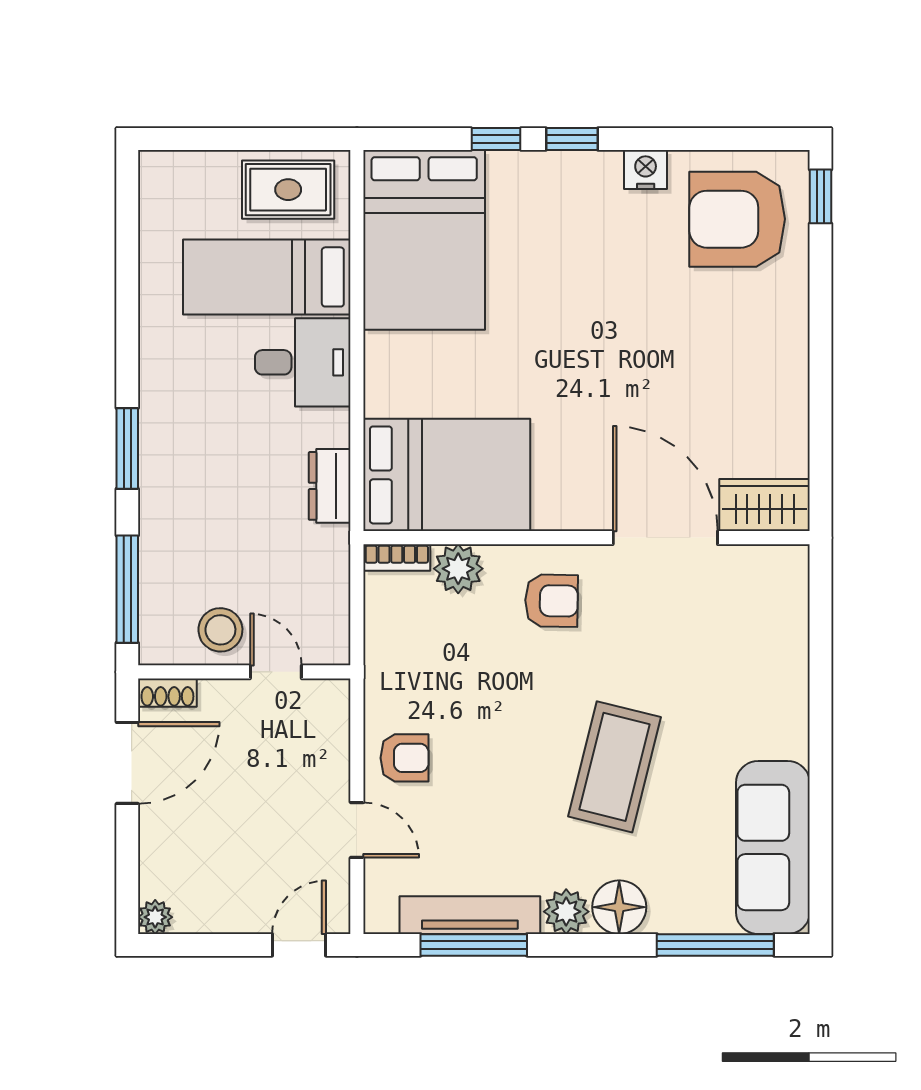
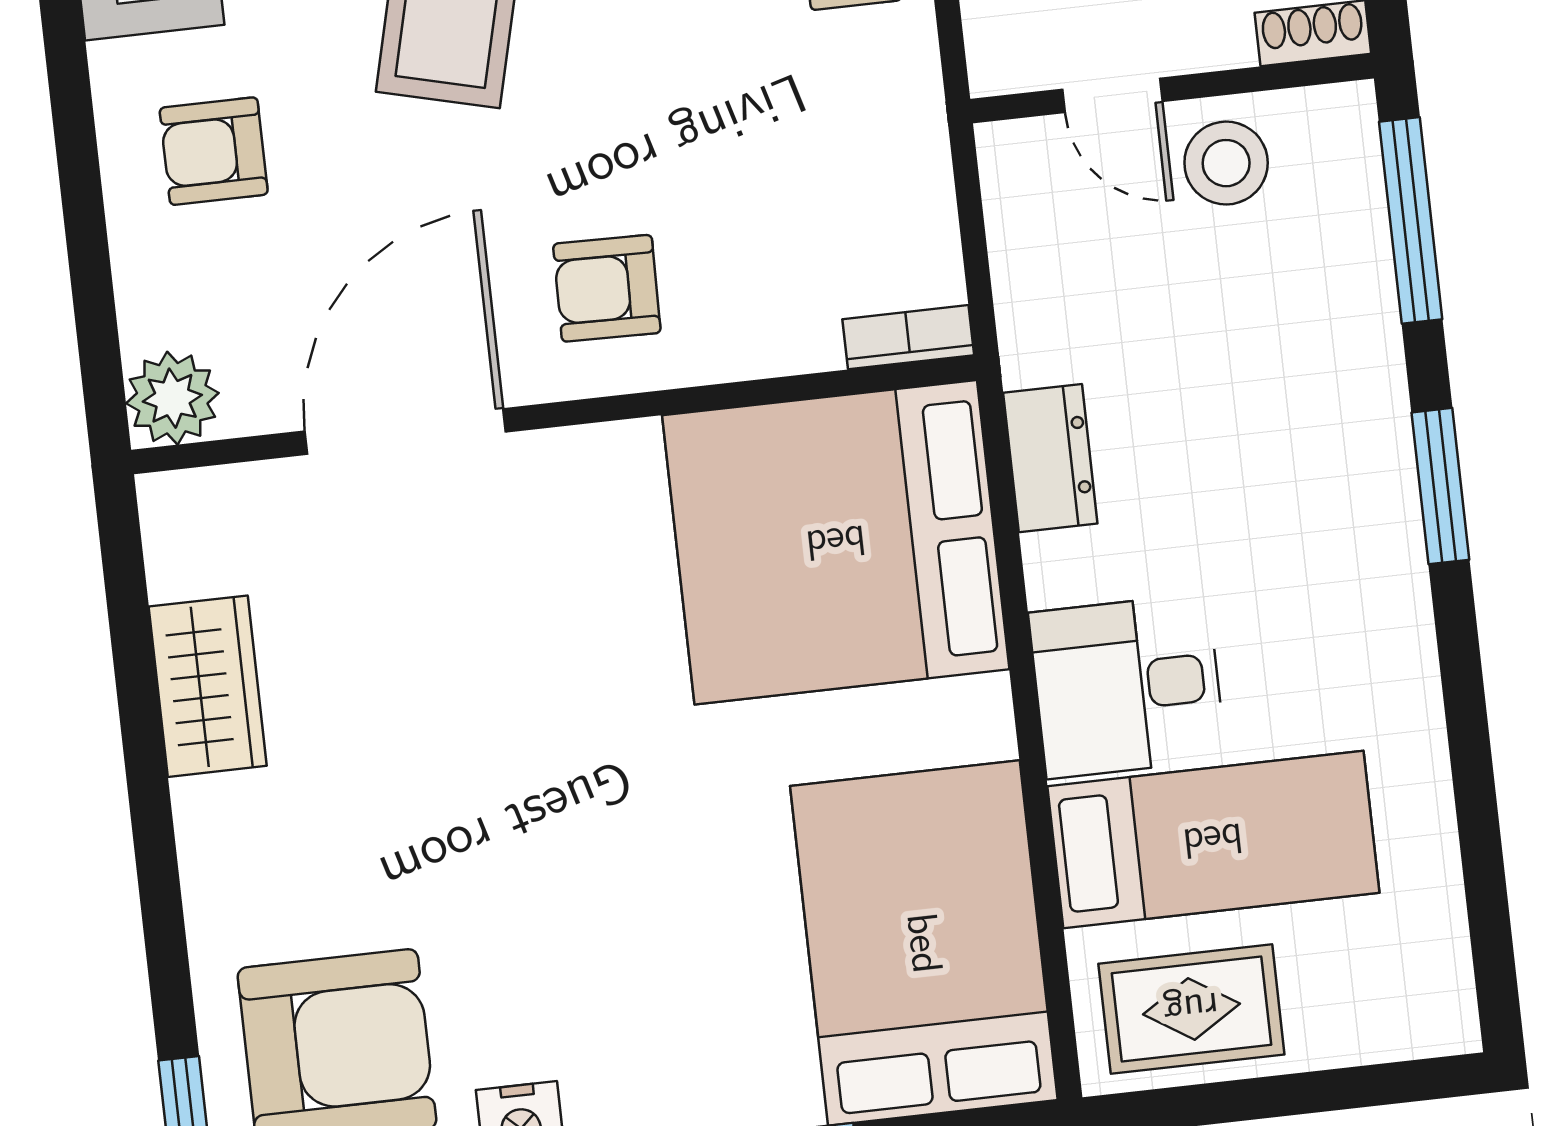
bed: (447, 475) -> (836, 542), width x1.36
wardrobe: (765, 505) -> (208, 686), moved, turned -90
door: (665, 538) -> (405, 432), swing flipped
plant: (458, 569) -> (172, 398), moved
armchair: (749, 695) -> (214, 151), added

